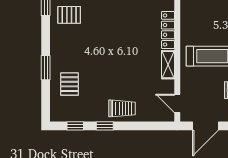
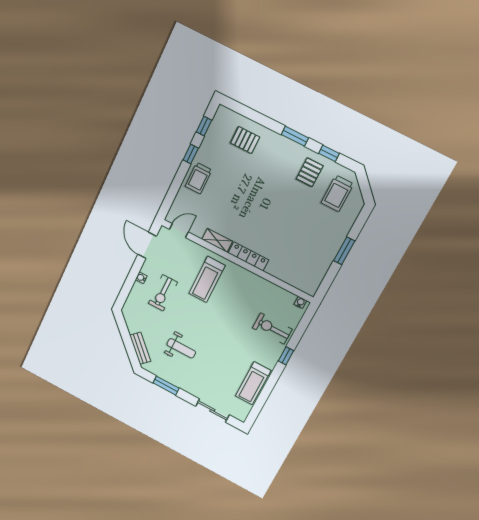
window: (46, 68) -> (295, 136), moved

